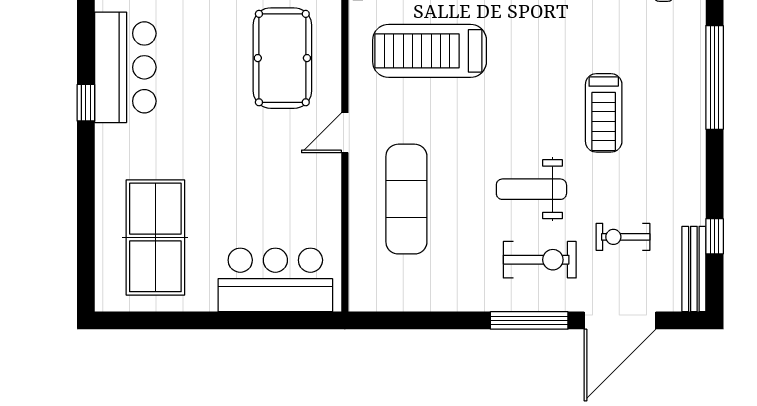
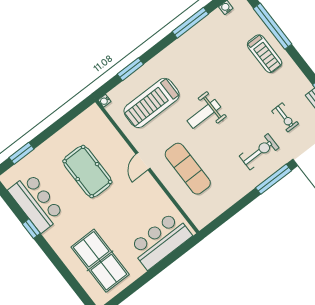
pool table: (282, 58) -> (87, 172), moved
treadmill: (604, 113) -> (265, 54), moved
weight bench: (531, 189) -> (204, 114), moved
exercise bike: (623, 237) -> (285, 117), turned -90

